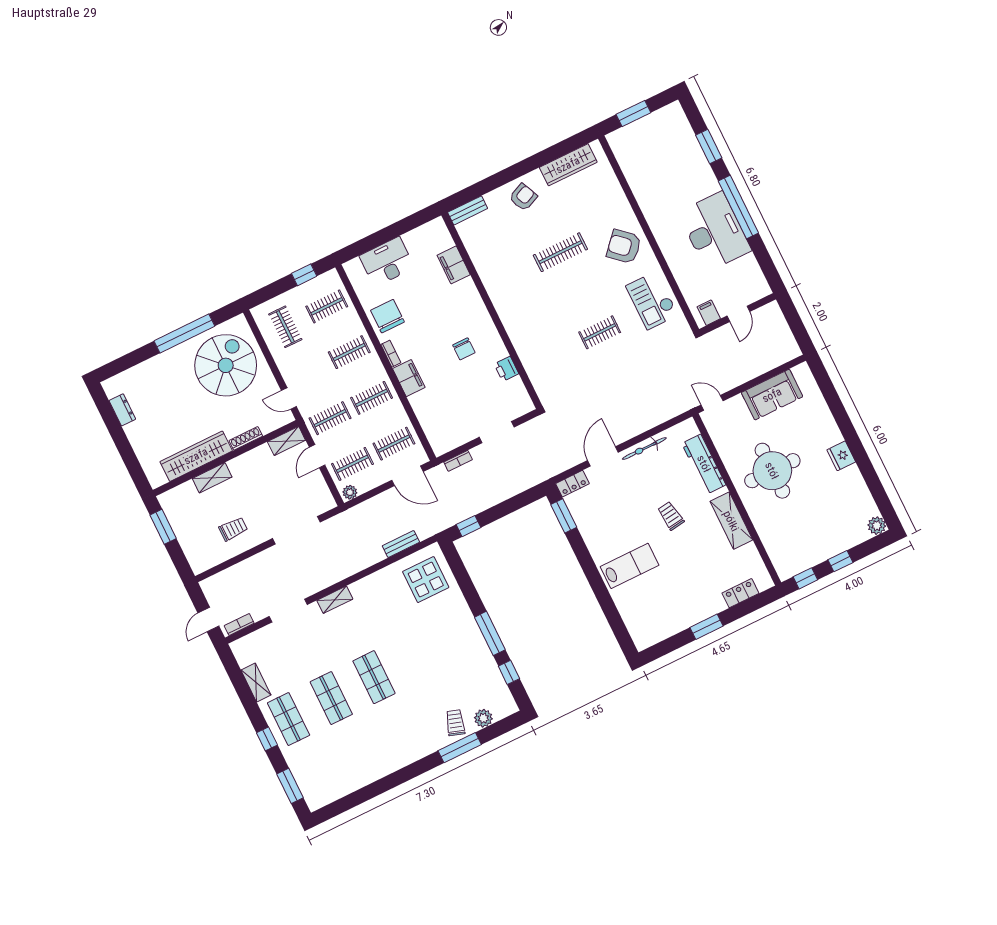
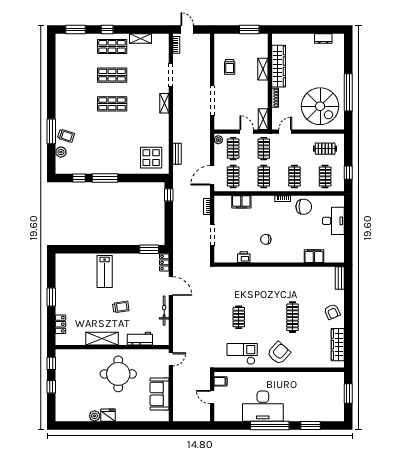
filing cabinet: (409, 378) -> (241, 202), moved
workbench: (704, 464) -> (140, 339), width x0.73
plant: (877, 526) -> (95, 416), moved

